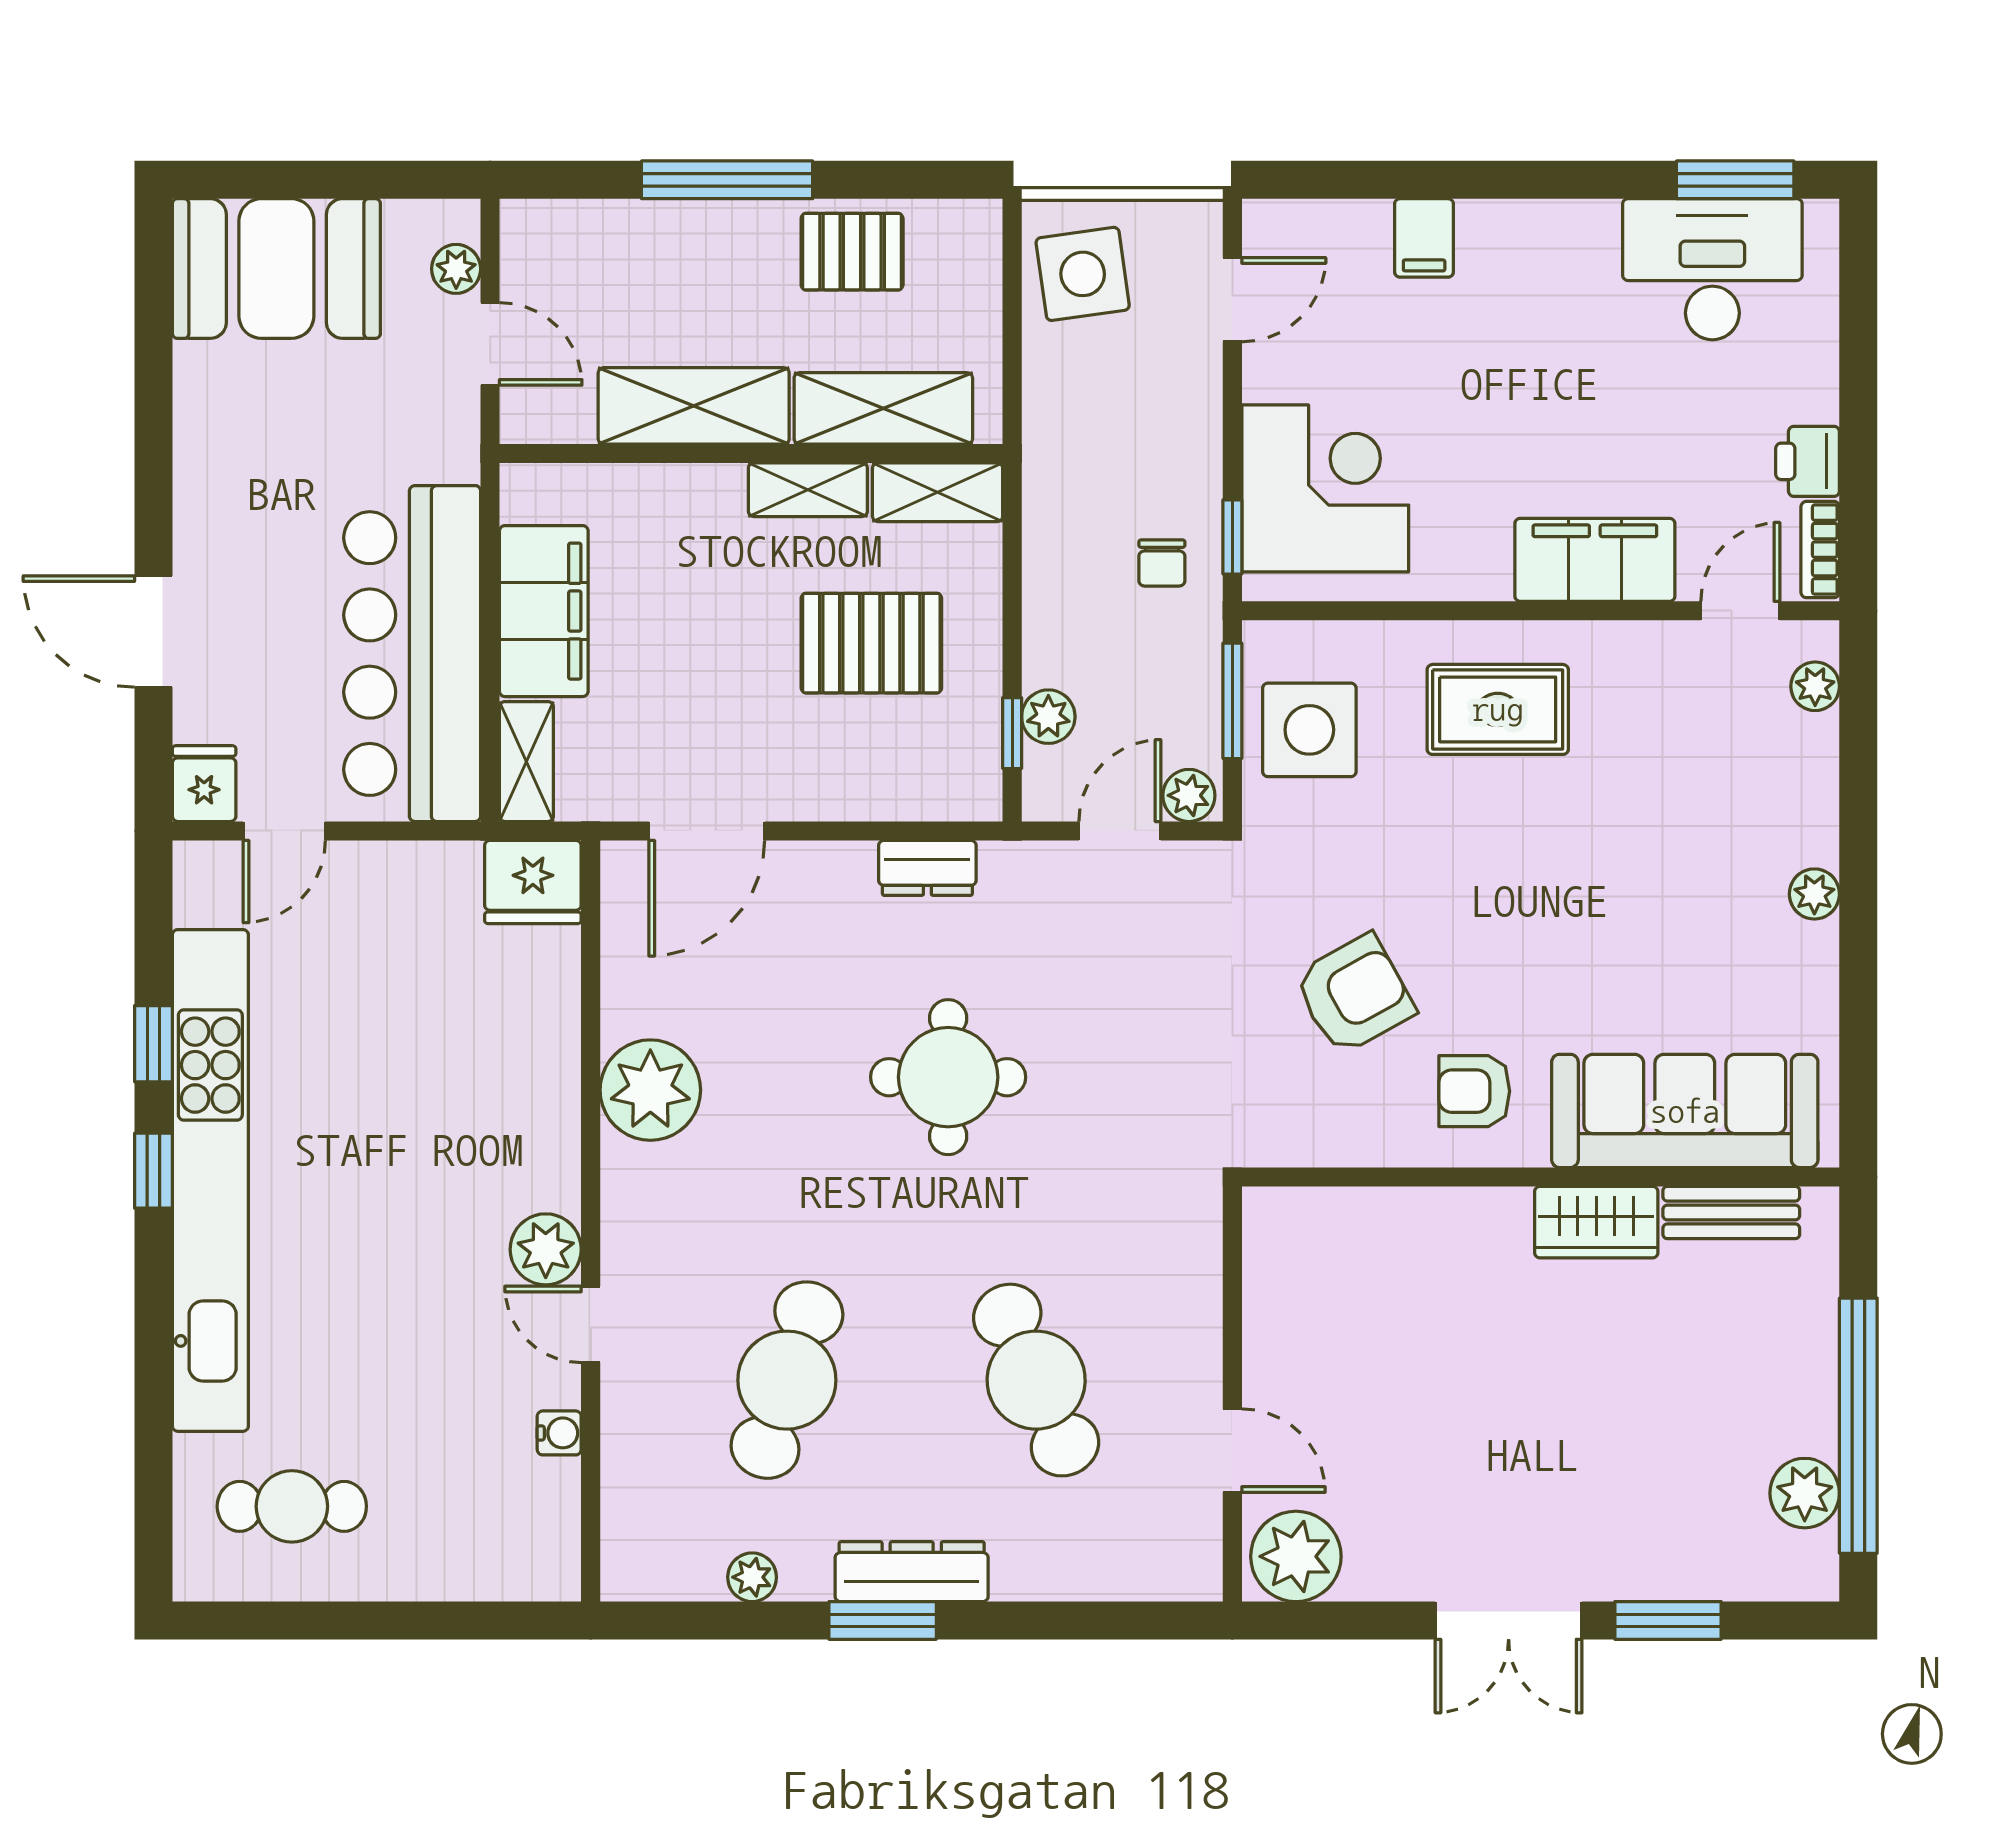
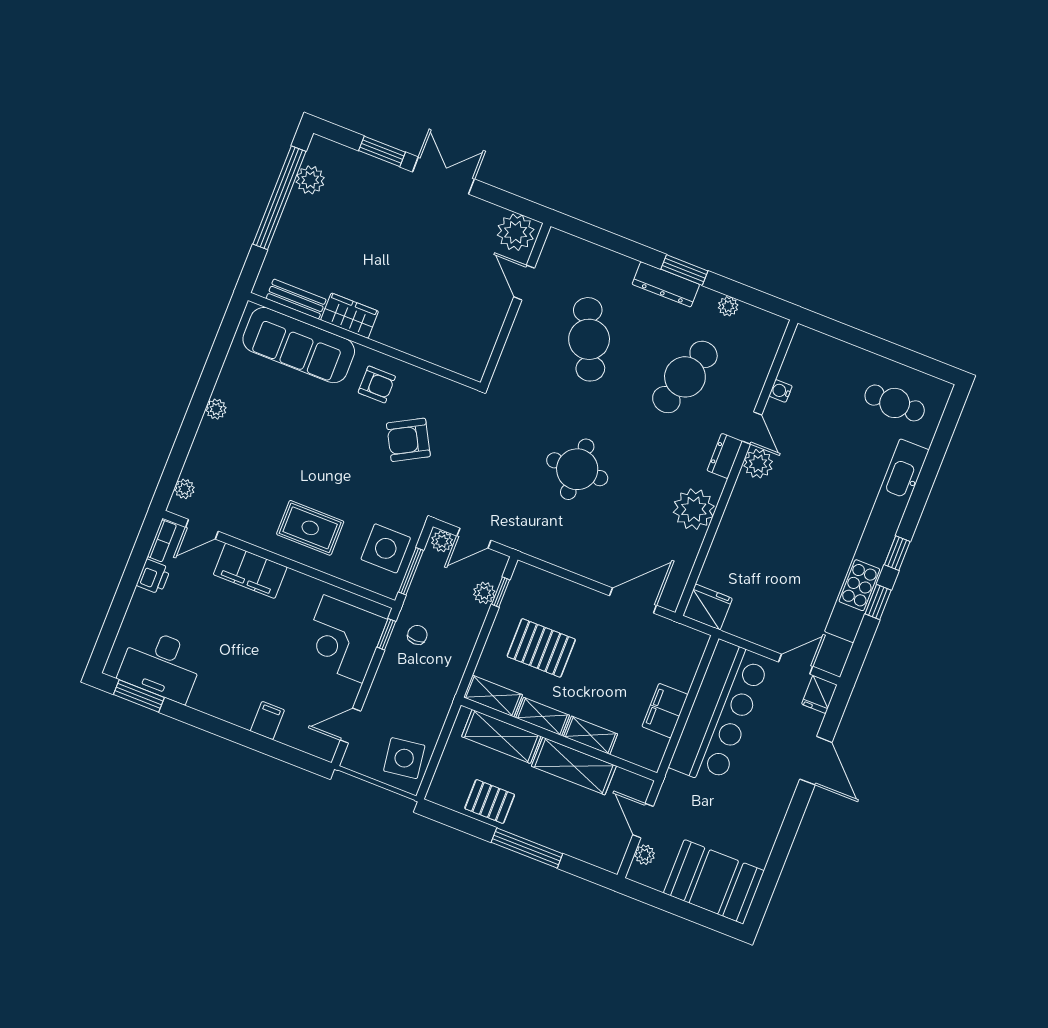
filing cabinet: (544, 611) -> (665, 711), width x0.67, depth x0.86
shelving: (526, 762) -> (591, 735), moved, turned 90
dresser: (927, 868) -> (725, 456), moved, turned -90

